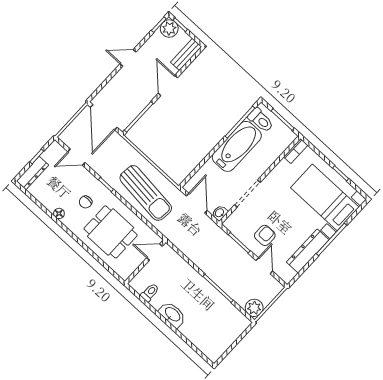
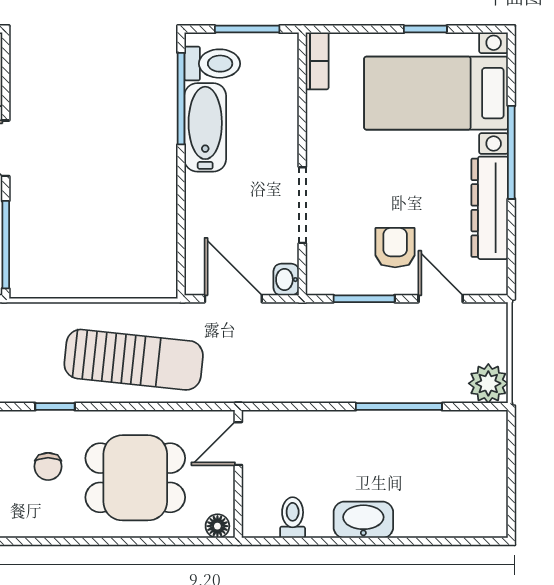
bathtub: (237, 146) -> (205, 127), width x0.73, depth x0.73
floor lamp: (59, 213) -> (217, 526), moved

